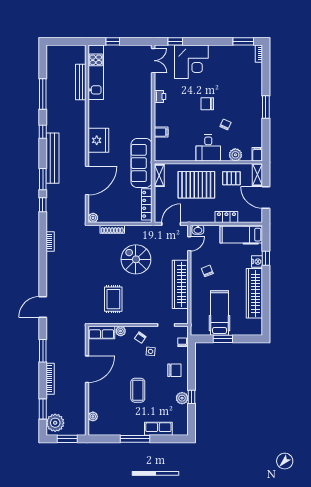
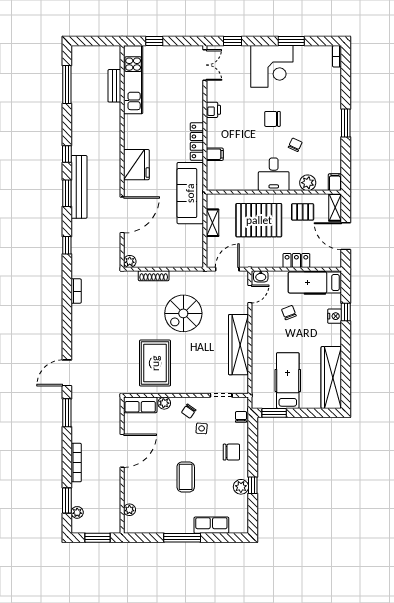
window: (243, 41) -> (291, 41), moved
corner desk: (191, 62) -> (272, 66), moved
bench: (81, 82) -> (114, 86), width x0.73
window: (43, 94) -> (67, 85), moved
shelving: (159, 176) -> (212, 223), moved
window: (43, 179) -> (67, 193), moved
locker: (147, 204) -> (197, 141), moved
spiral stairs: (136, 259) -> (183, 313), turned -90
chair: (207, 271) -> (289, 313), moved
wardrobe: (254, 293) -> (331, 377), moved
rug: (113, 299) -> (155, 363), width x1.36, depth x1.43
window: (223, 339) -> (274, 413), moved
window: (43, 351) -> (67, 413), moved
plant: (55, 423) -> (77, 512), width x0.53, depth x0.53

